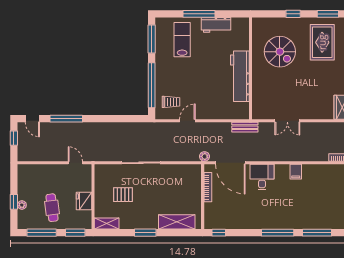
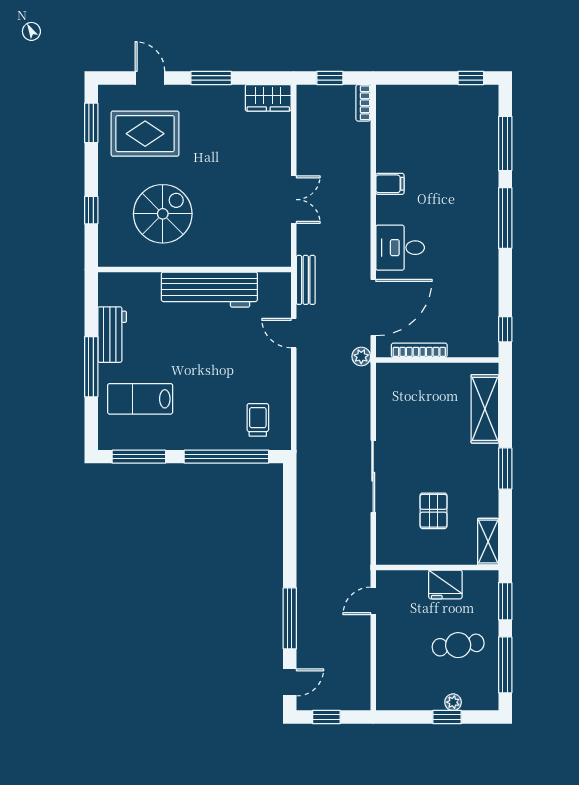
window: (293, 14) -> (91, 210), moved
door: (187, 121) -> (294, 333), moved

